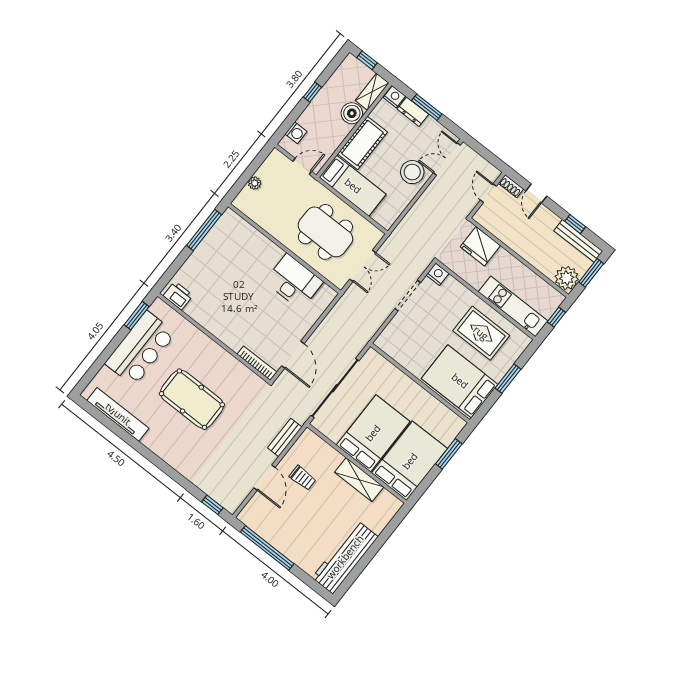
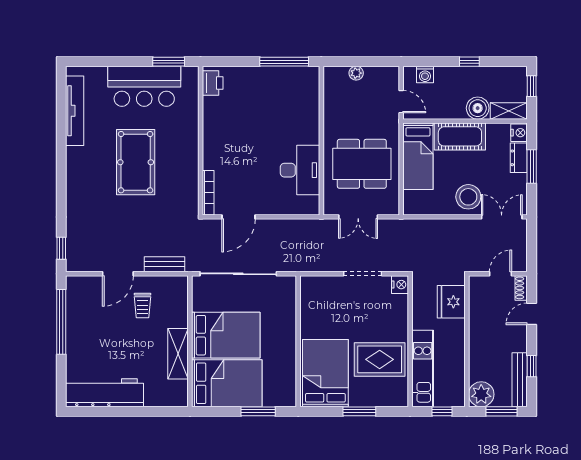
dining table: (325, 232) -> (362, 164), turned 90
rug: (481, 333) -> (380, 359), turned 90

